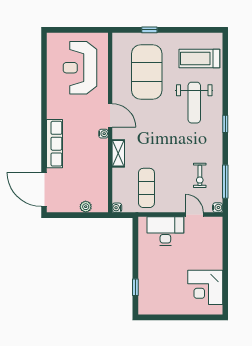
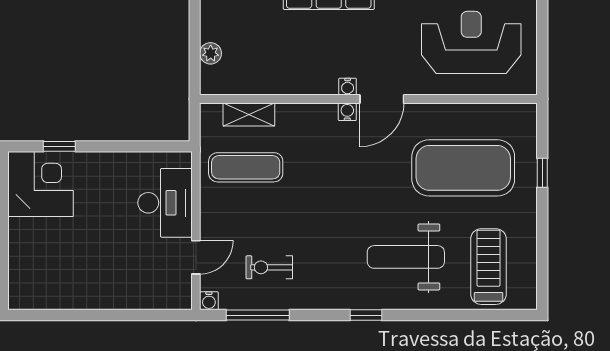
shelving: (118, 153) -> (249, 114), moved
water cooler: (117, 208) -> (347, 112), moved
corner desk: (205, 287) -> (41, 184), moved, turned 90

